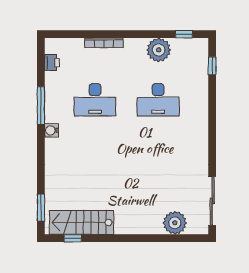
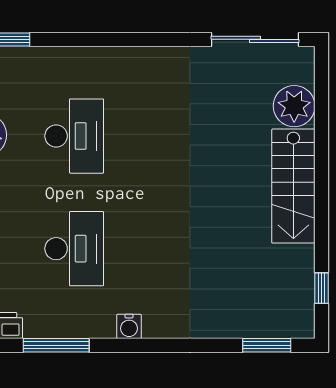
window: (41, 105) -> (56, 345), moved
stairs: (82, 222) -> (293, 186), moved

